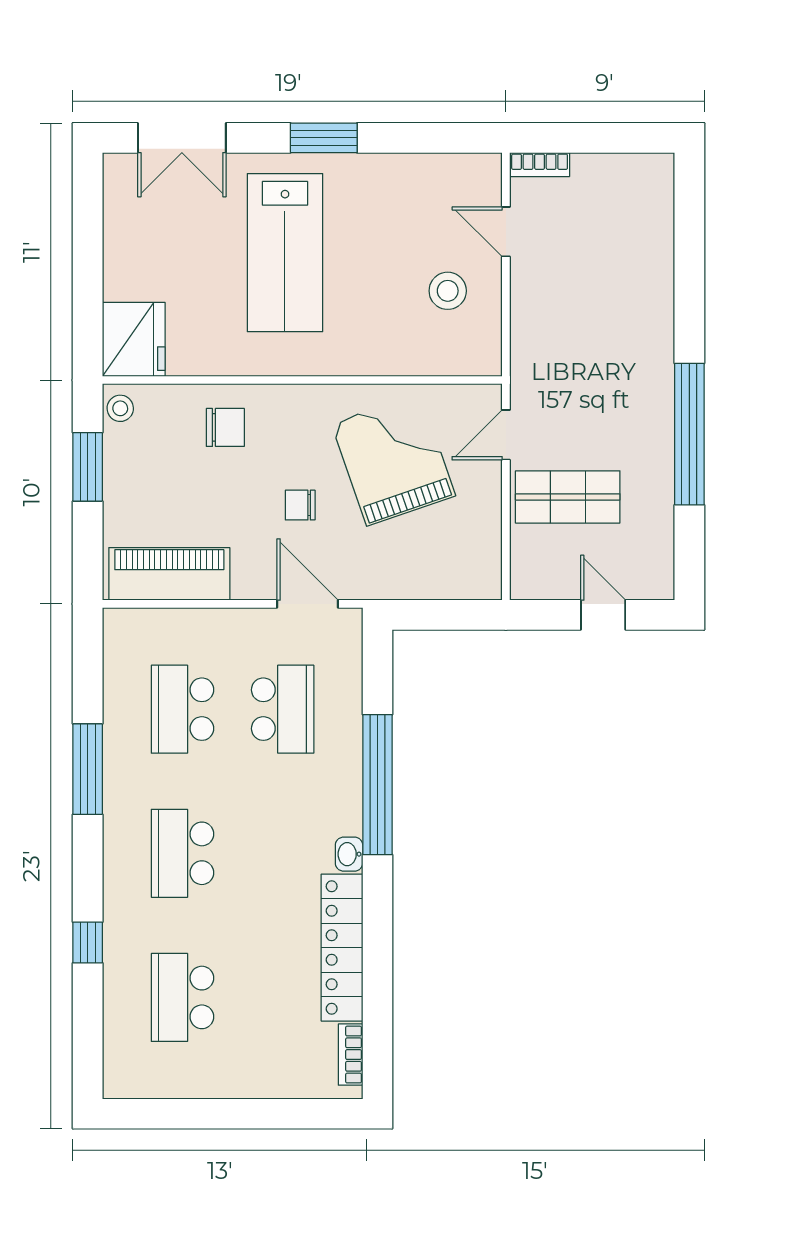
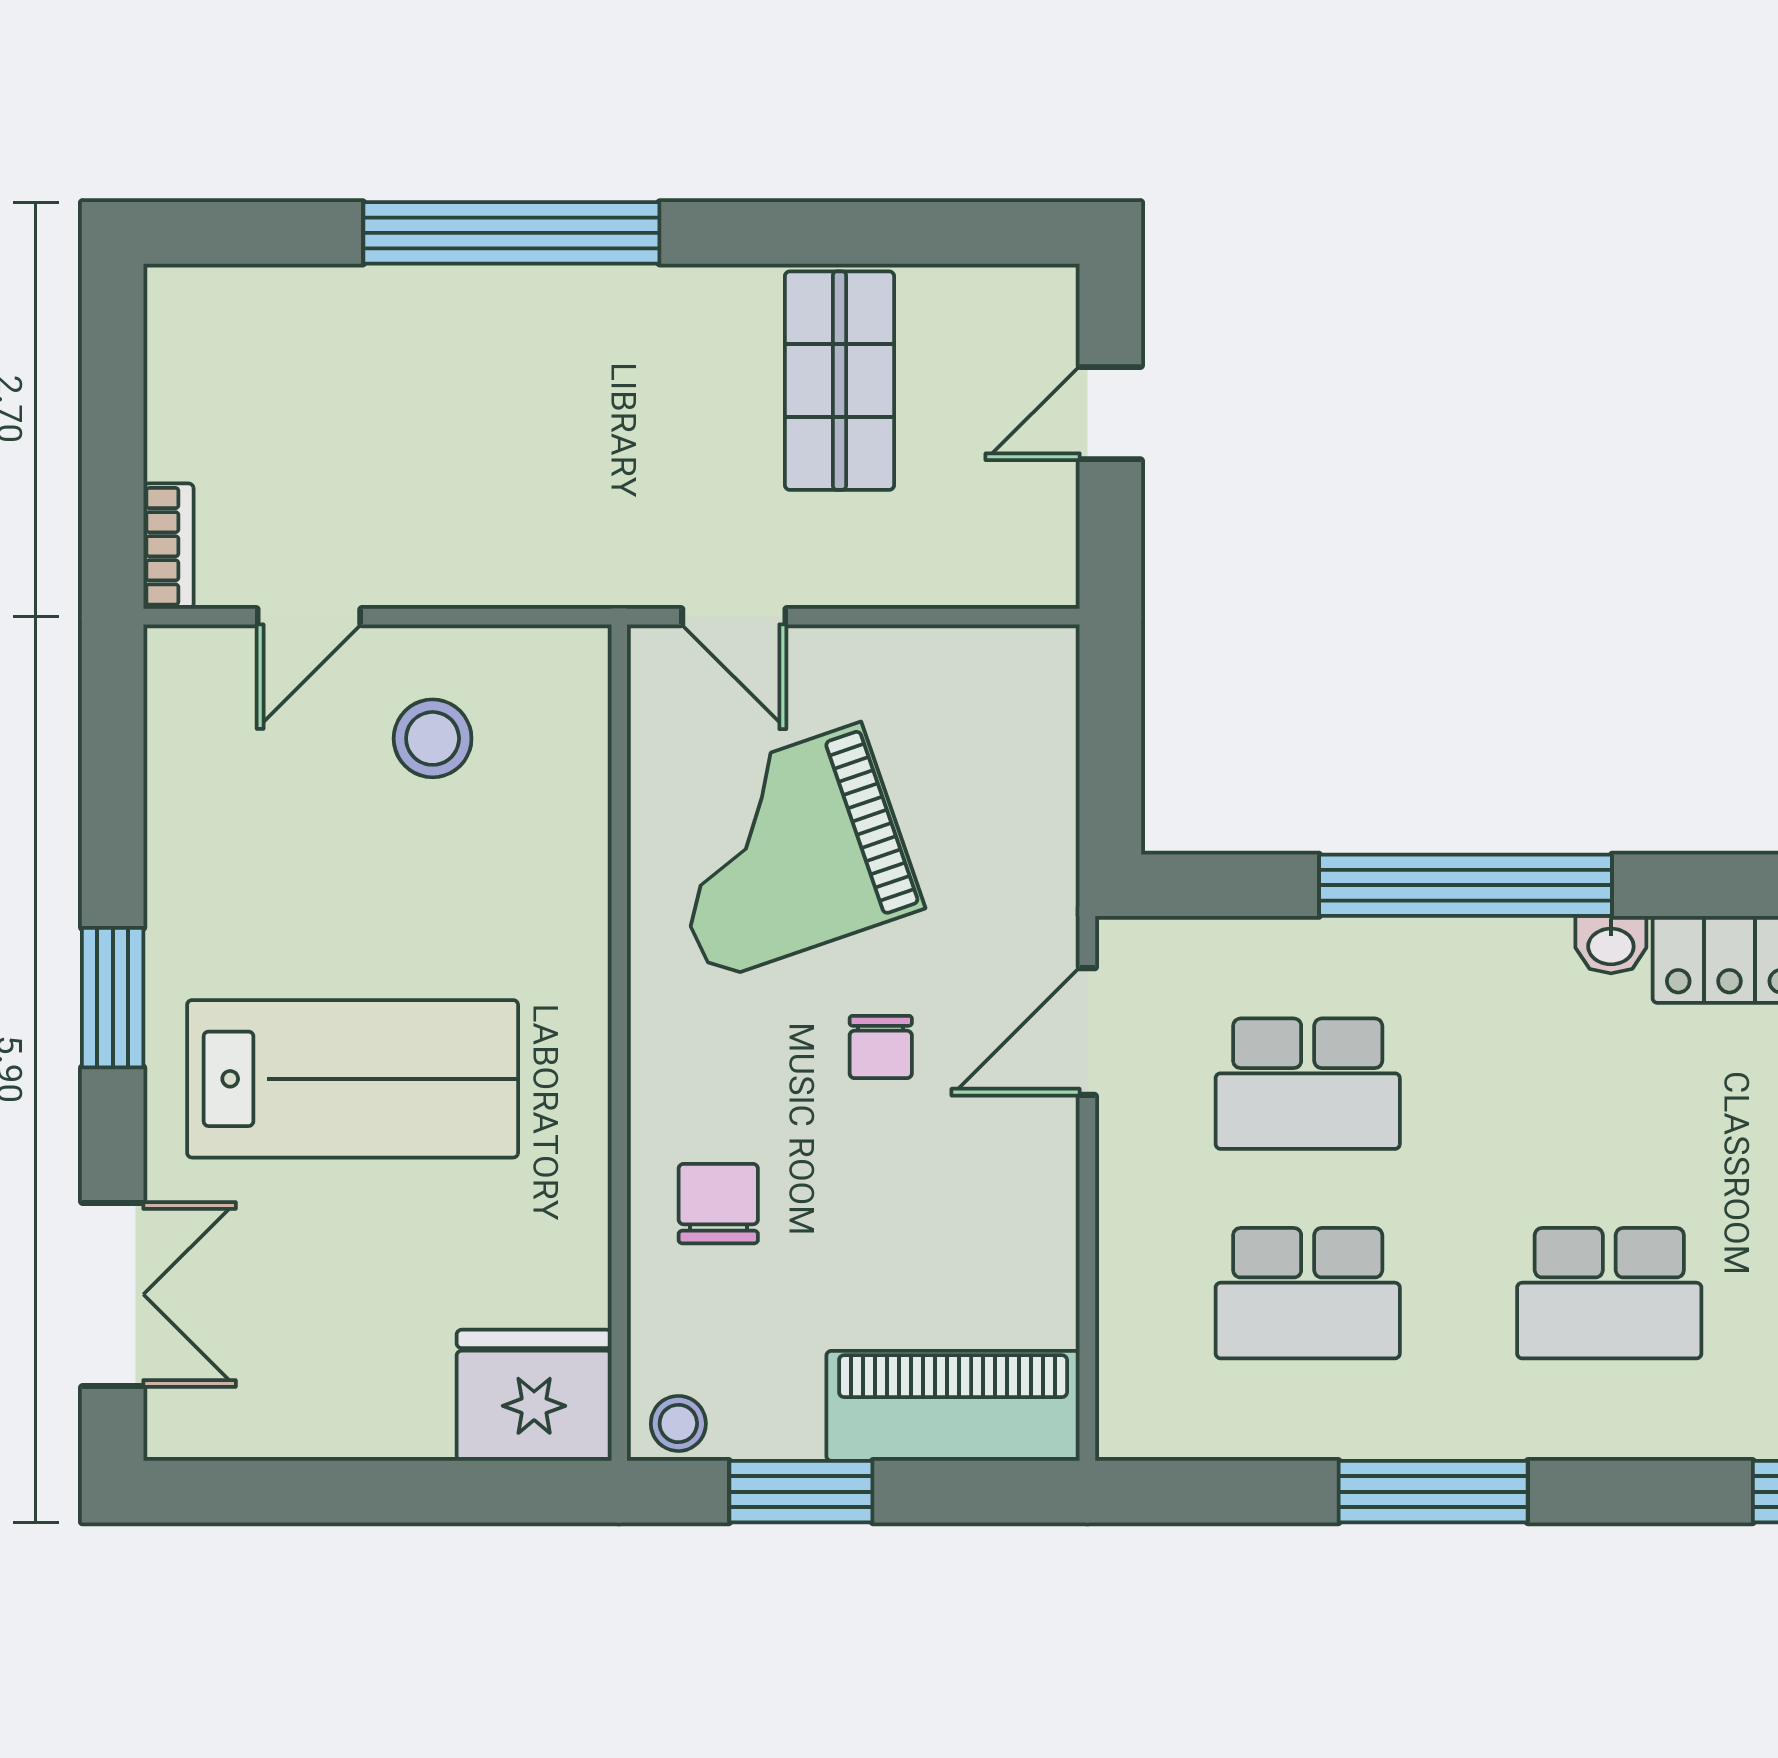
window: (689, 434) -> (511, 233), moved
shop shelf: (568, 497) -> (839, 381), moved
piano: (169, 574) -> (953, 1406), moved, turned 90
school desk: (283, 709) -> (1308, 1084), turned 180

